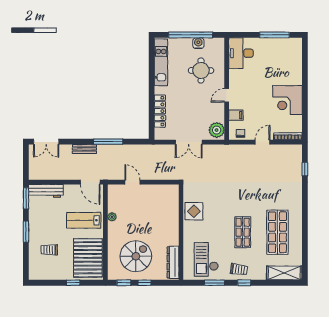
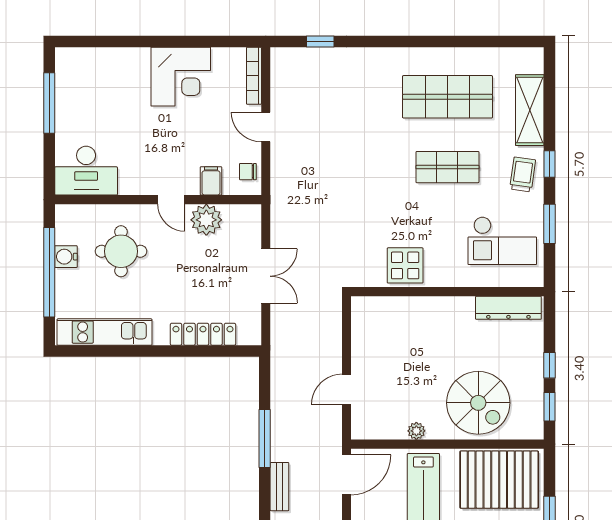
plant: (217, 130) -> (206, 220), moved
spiral stairs: (136, 256) -> (478, 403), moved, turned 180
shelving: (284, 273) -> (530, 110), moved

